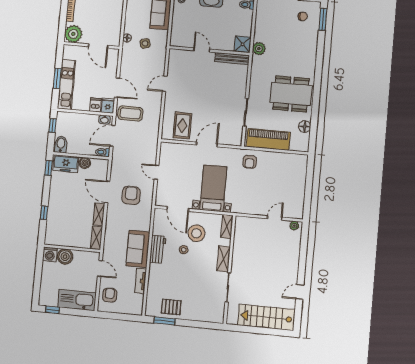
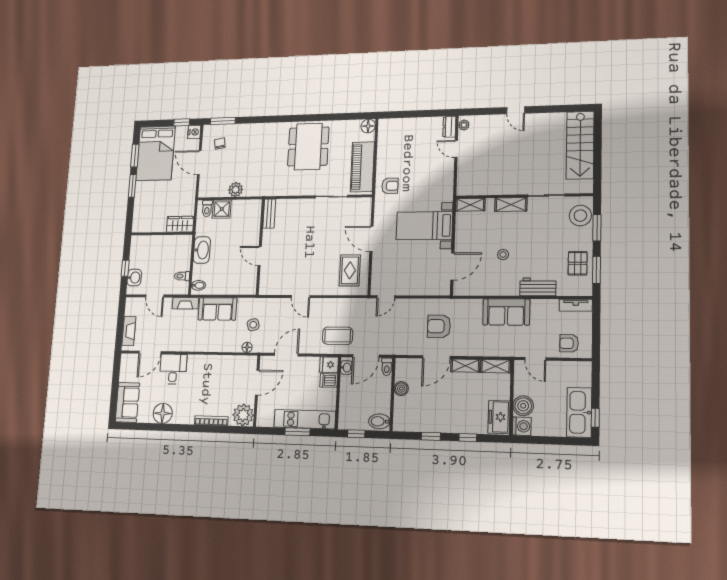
shower: (243, 44) -> (222, 209), moved
plant: (259, 49) -> (236, 190), moved
door: (202, 50) -> (260, 256), hinge flipped
bench: (232, 58) -> (269, 214), width x0.73
door: (117, 88) -> (286, 355), moved
coffee table: (130, 113) -> (338, 336), turned 90
rug: (182, 126) -> (350, 270), turned 90
floor lamp: (305, 126) -> (368, 126), moved
door: (112, 136) -> (366, 356), hinge flipped
freezer: (66, 164) -> (499, 417), moved, turned 180
window: (48, 168) -> (431, 436), moved
door: (157, 172) -> (386, 297), moved
dresser: (294, 213) -> (449, 127), added
stool: (196, 233) -> (580, 216), moved
workbench: (158, 249) -> (538, 287), moved
door: (100, 269) -> (535, 359), swing flipped
tv unit: (141, 281) -> (576, 305), moved
door: (300, 292) -> (516, 110), moved
kitchen sink: (77, 300) -> (579, 412), moved
window: (198, 324) -> (597, 228), added

